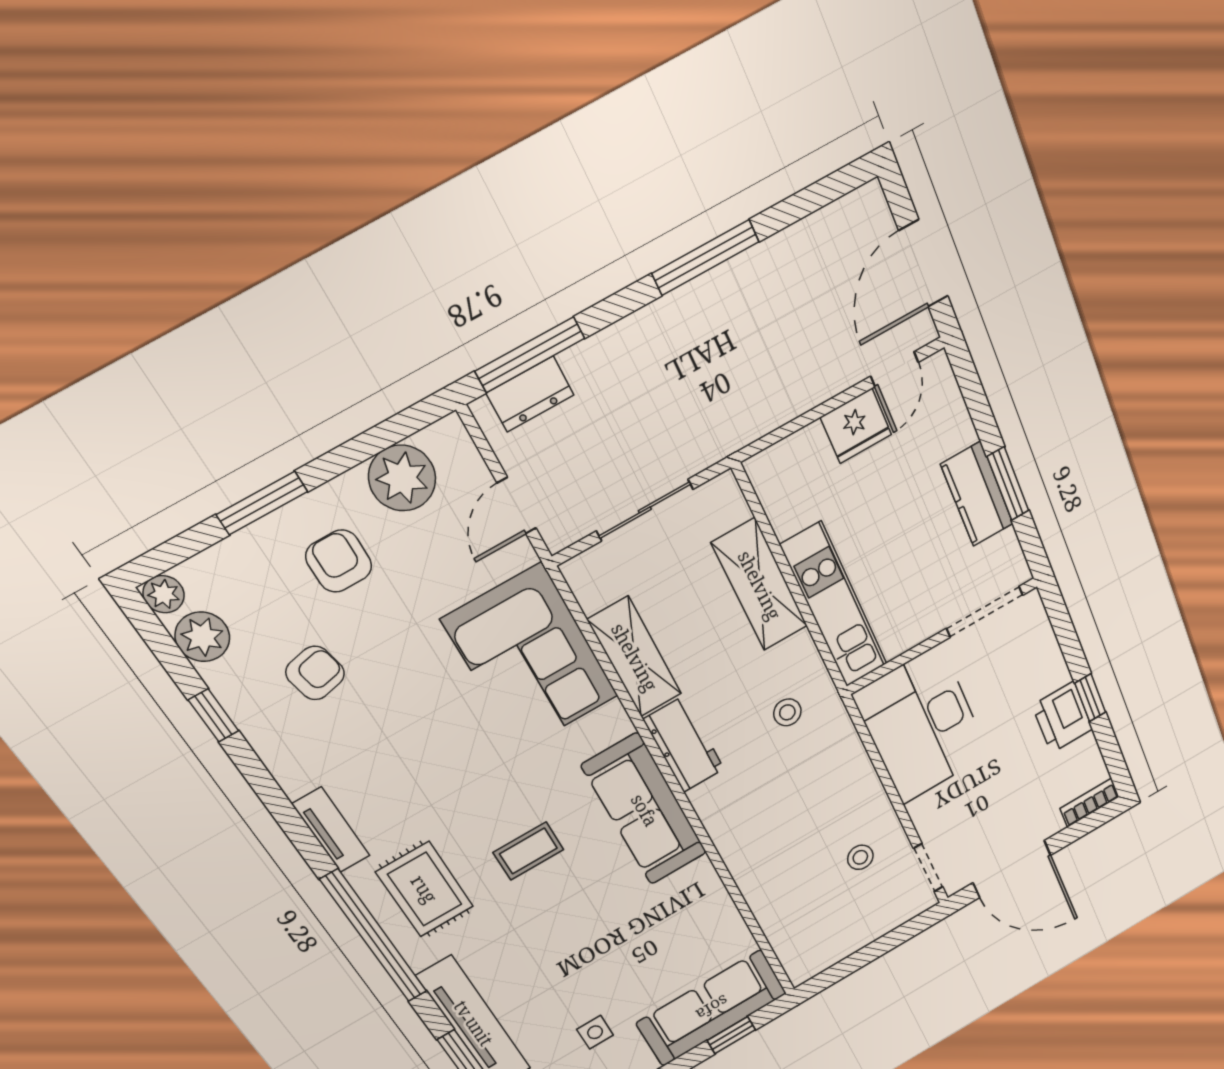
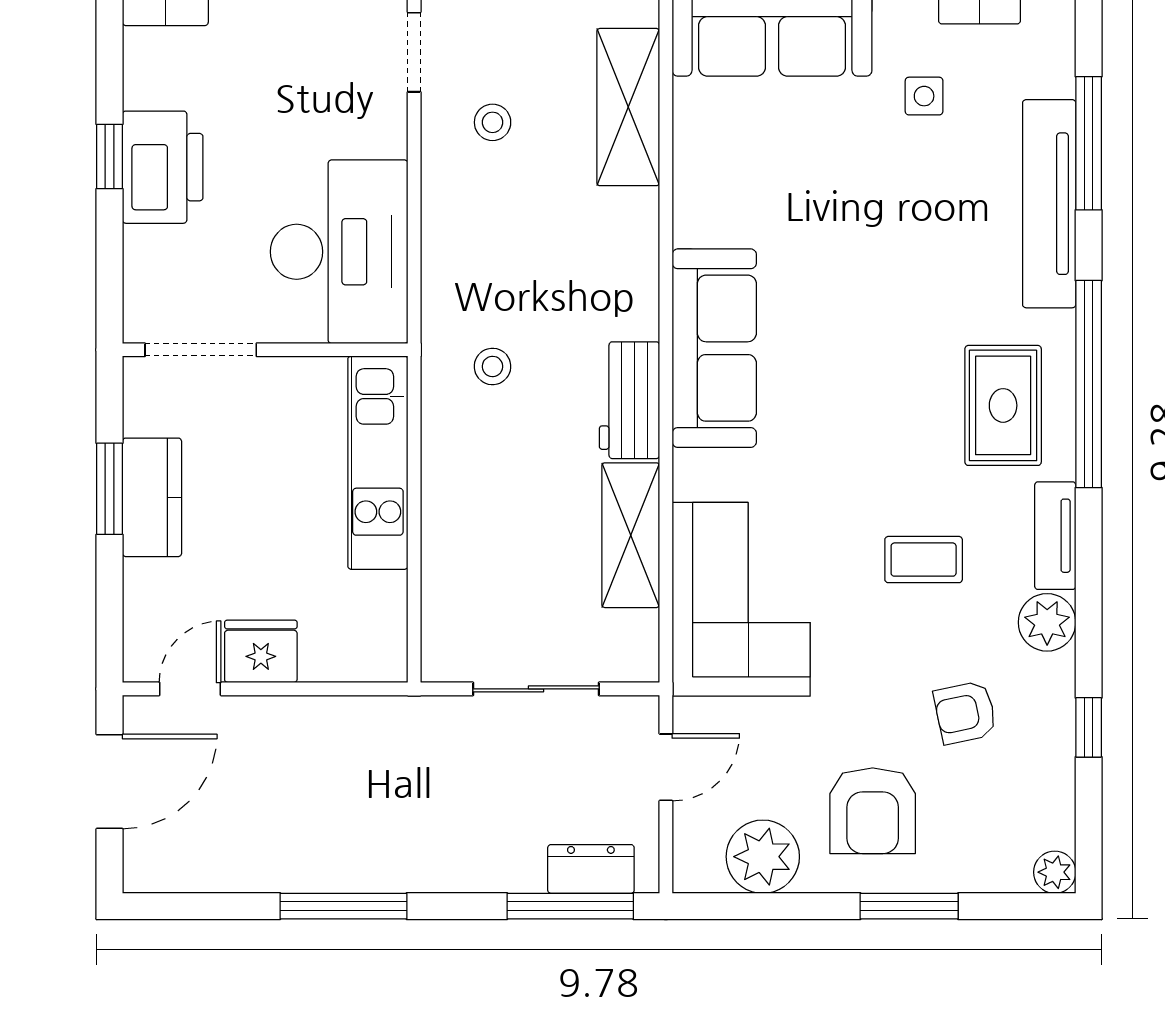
armchair: (339, 561) -> (873, 811), width x1.38, depth x1.38
shelving: (760, 585) -> (628, 107), moved
plant: (202, 637) -> (1047, 622), moved
printer: (1062, 717) -> (163, 167), width x1.37, depth x1.19
coffee table: (528, 851) -> (924, 560), moved

